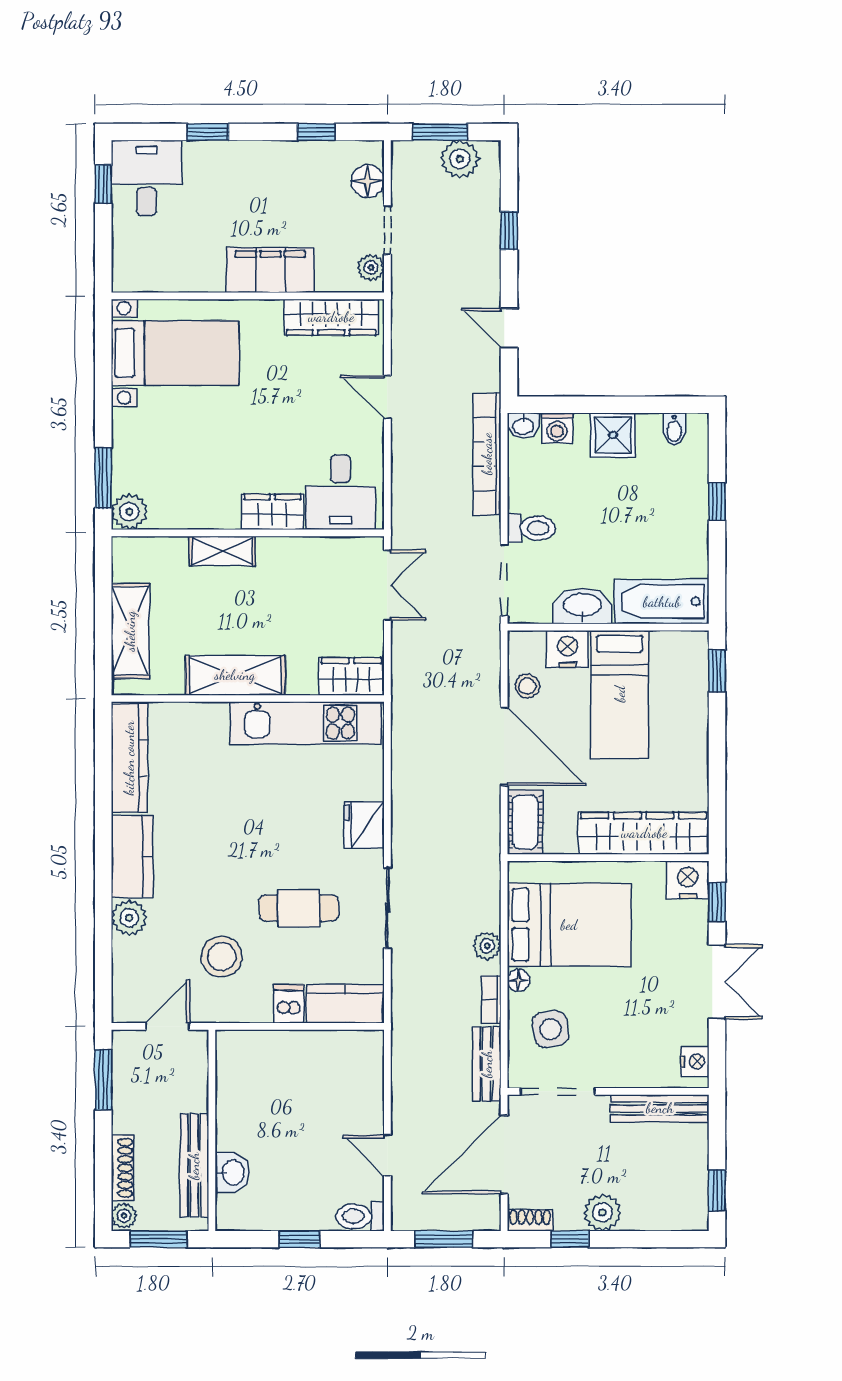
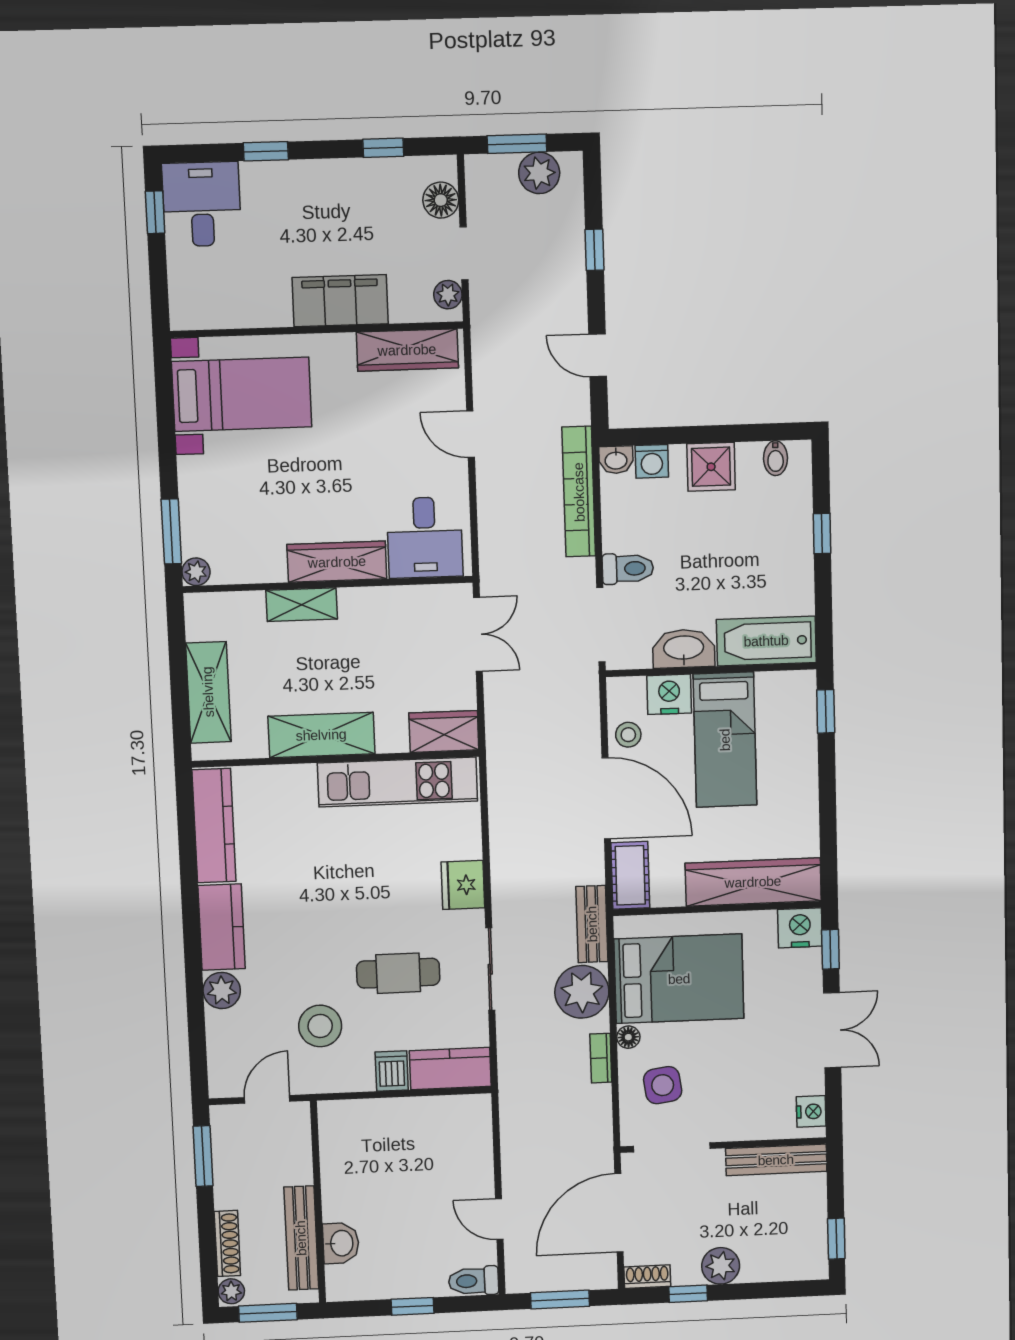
plant: (129, 512) -> (196, 572), width x0.73, depth x0.73
wardrobe: (272, 512) -> (337, 562), width x1.50
plant: (487, 946) -> (582, 992), width x1.88, depth x1.88
bench: (487, 1064) -> (592, 924), moved

